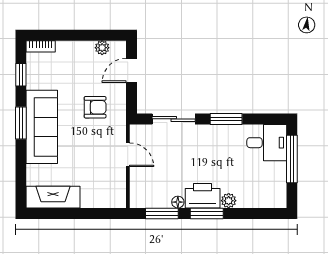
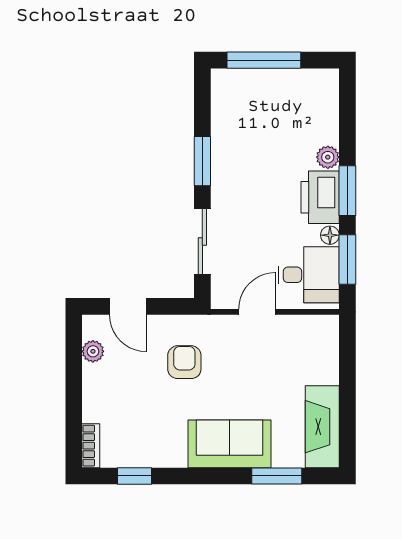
window: (21, 123) -> (277, 476), moved
sofa: (42, 127) -> (229, 444), width x0.73
desk: (267, 143) -> (309, 275), moved, turned 90

